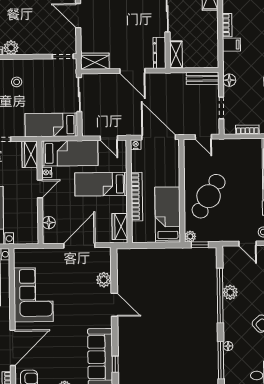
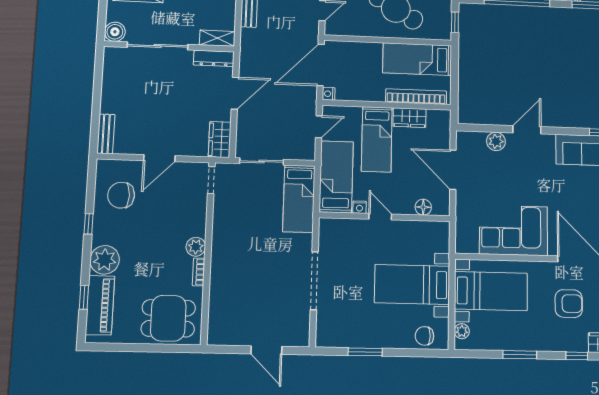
stool: (17, 82) -> (241, 241), removed
wardrobe: (30, 154) -> (336, 228), removed
bookcase: (137, 197) -> (416, 97), moved
wardrobe: (120, 226) -> (410, 118), moved
plant: (190, 236) -> (445, 33), removed

